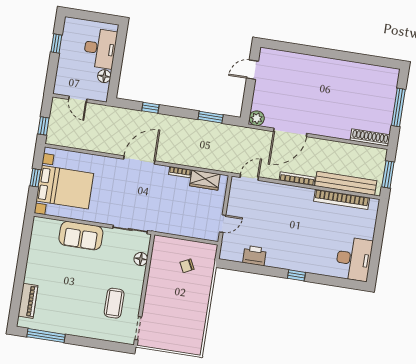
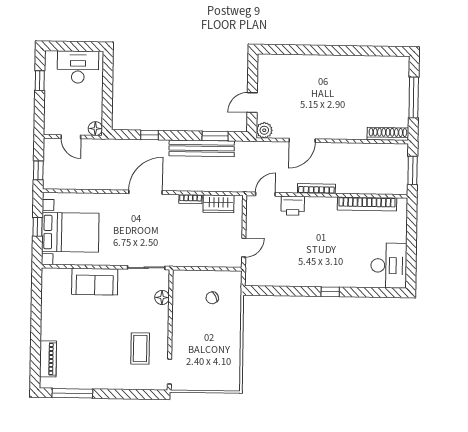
desk: (100, 48) -> (78, 67), moved, turned -90
door: (252, 70) -> (252, 103), moved
floor lamp: (104, 76) -> (95, 129), moved
door: (290, 132) -> (302, 140), width x0.73
bench: (346, 183) -> (202, 148), moved
printer: (255, 256) -> (293, 206), moved, turned 180

